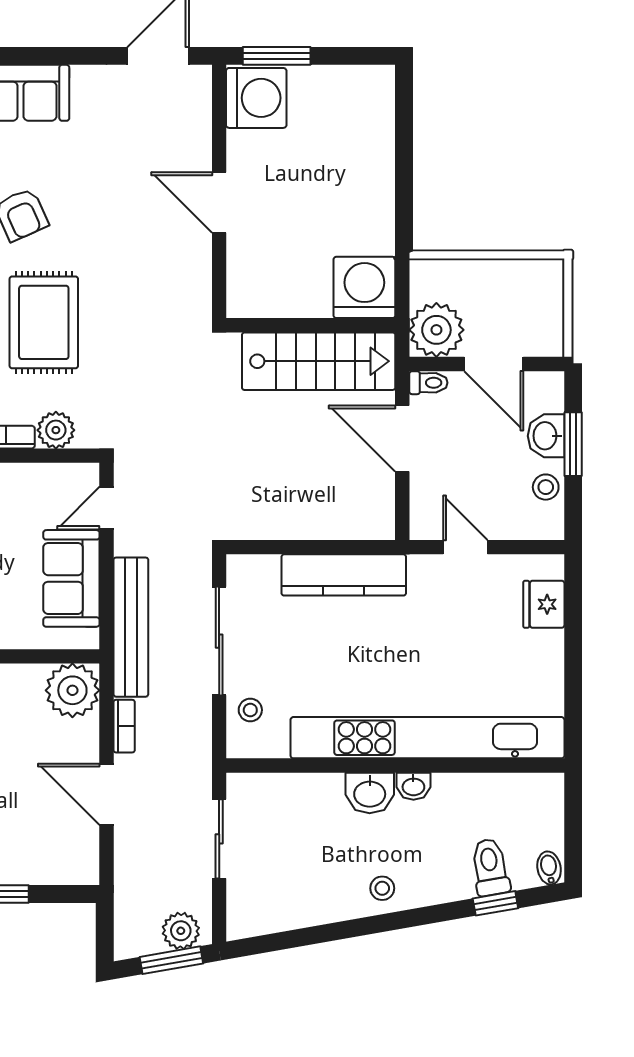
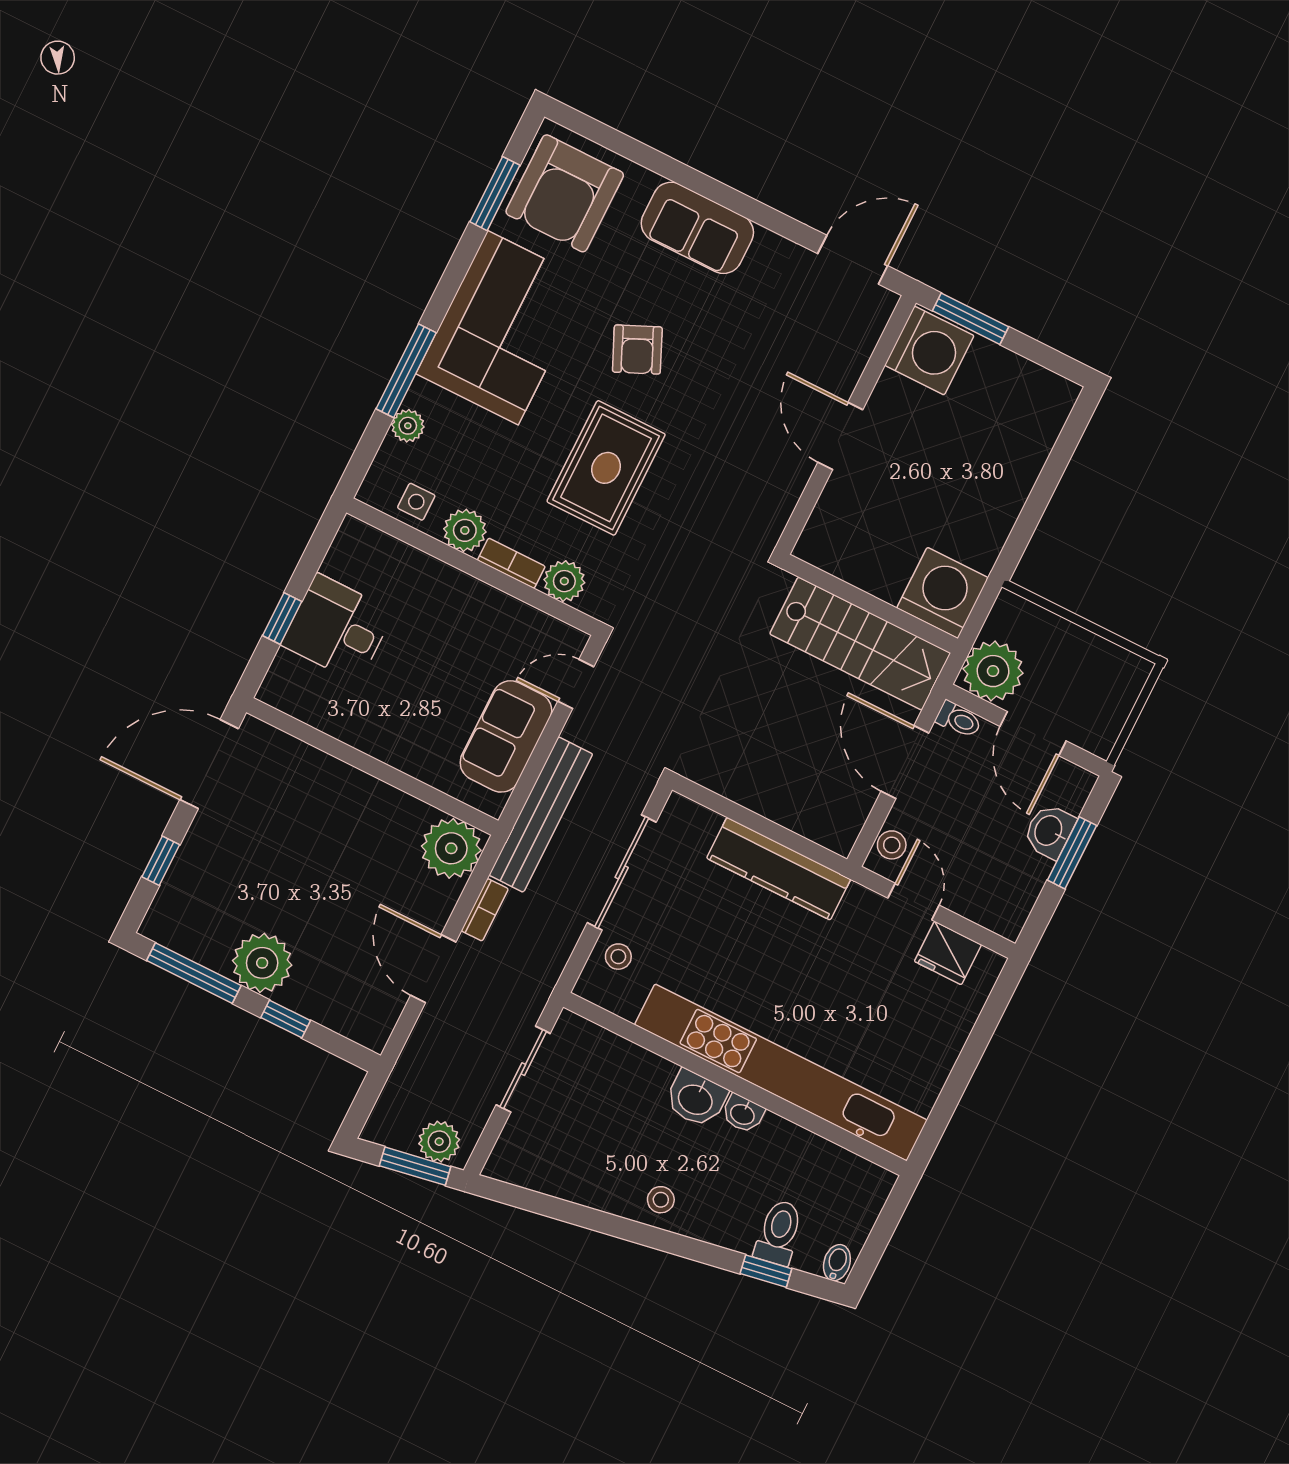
stool: (546, 487) -> (892, 845), moved
fridge: (544, 604) -> (948, 953), moved, turned -90

